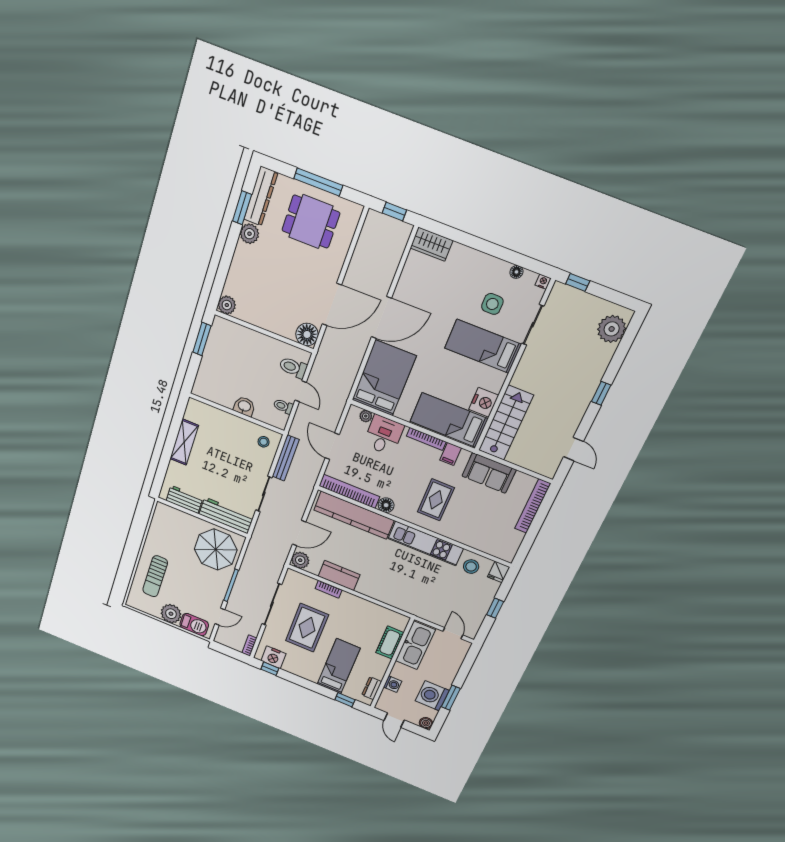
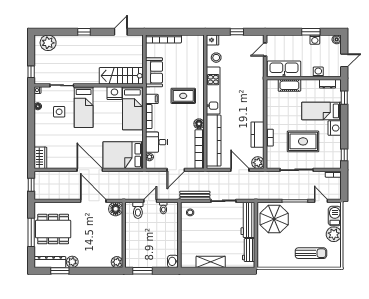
dining table: (311, 222) -> (53, 229), width x1.38
washbasin: (244, 406) -> (173, 261), moved
nightstand: (273, 657) -> (335, 128), moved
washing machine: (432, 696) -> (315, 40), width x0.53, depth x0.53

